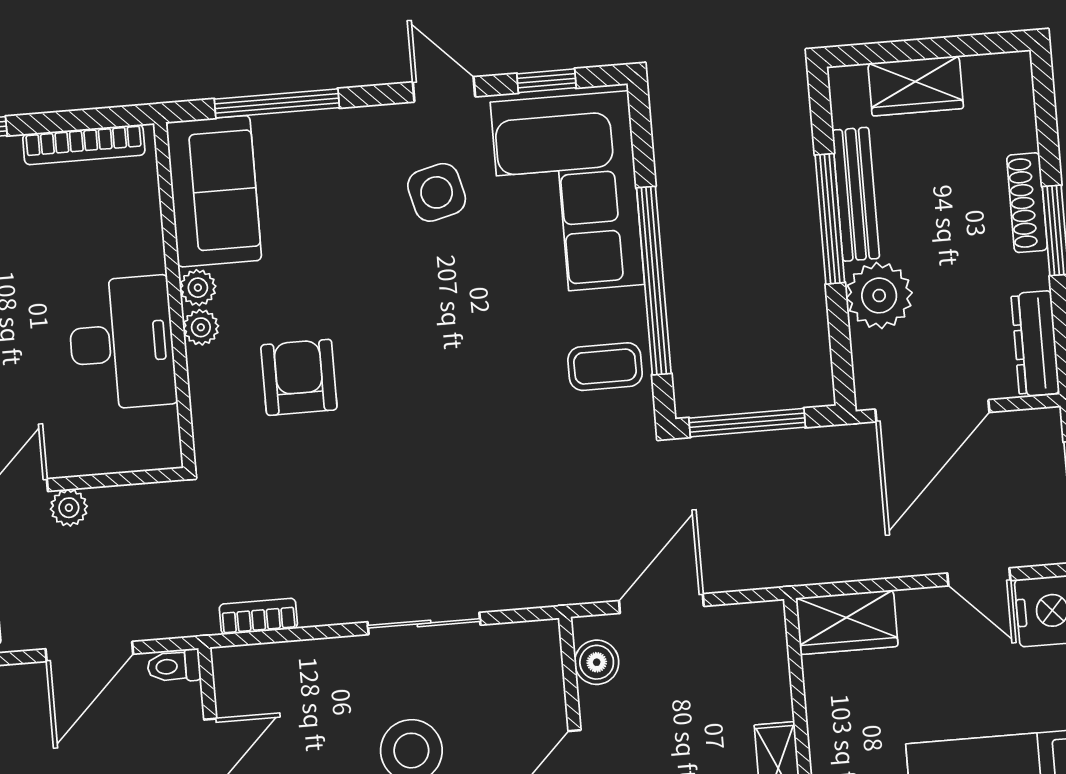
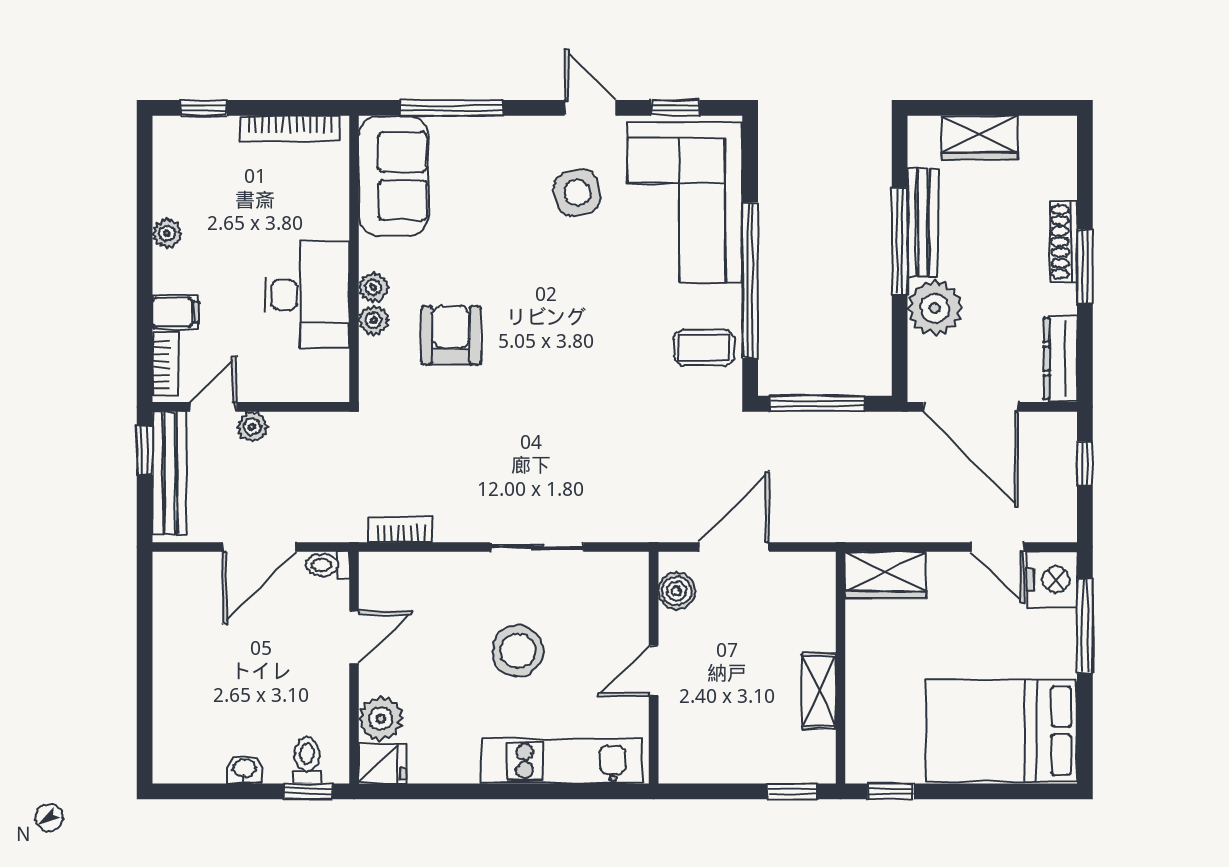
plant: (198, 288) -> (374, 320), moved
door: (932, 411) -> (971, 407), hinge flipped

